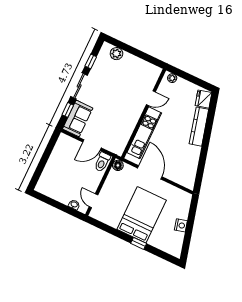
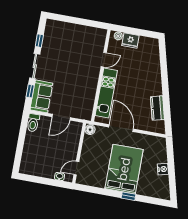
plant: (116, 54) -> (61, 27), removed
fridge: (204, 99) -> (130, 40), moved, turned -75
kitchen counter: (199, 127) -> (157, 108), moved, width x0.67
toilet: (102, 162) -> (33, 123), moved
door: (93, 201) -> (76, 168), hinge flipped

